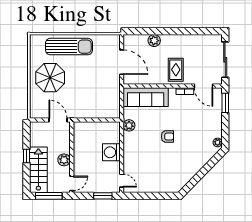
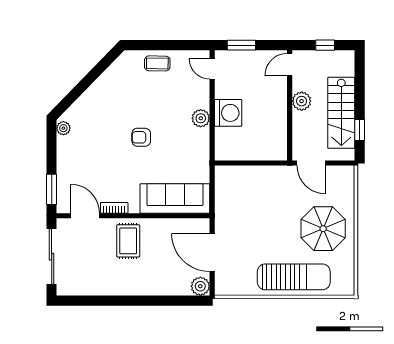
plant: (154, 41) -> (200, 286), moved
sun lounger: (69, 47) -> (294, 277), turned 180
plant: (129, 125) -> (201, 118), moved
window: (27, 156) -> (360, 130), moved
stairs: (38, 170) -> (341, 113), moved
coffee table: (157, 184) -> (157, 63), added
window: (49, 196) -> (325, 45), width x0.46

